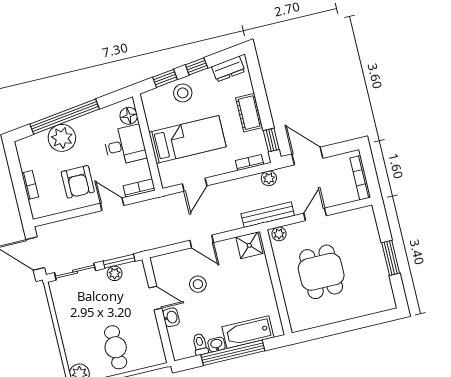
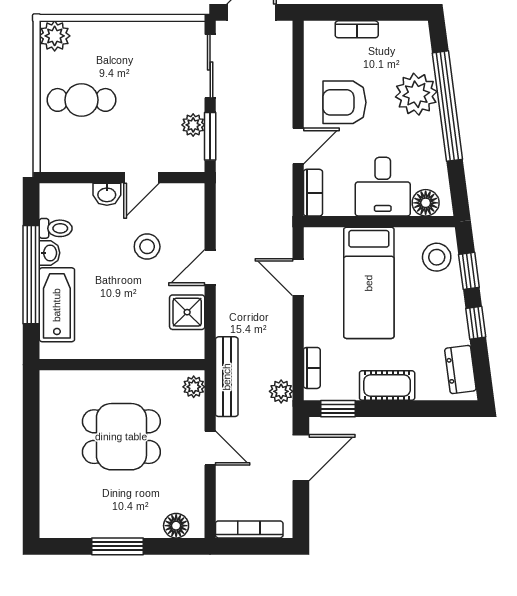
stool: (183, 93) -> (437, 257), moved
floor lamp: (369, 224) -> (176, 526), added
shower: (249, 245) -> (187, 312), moved

